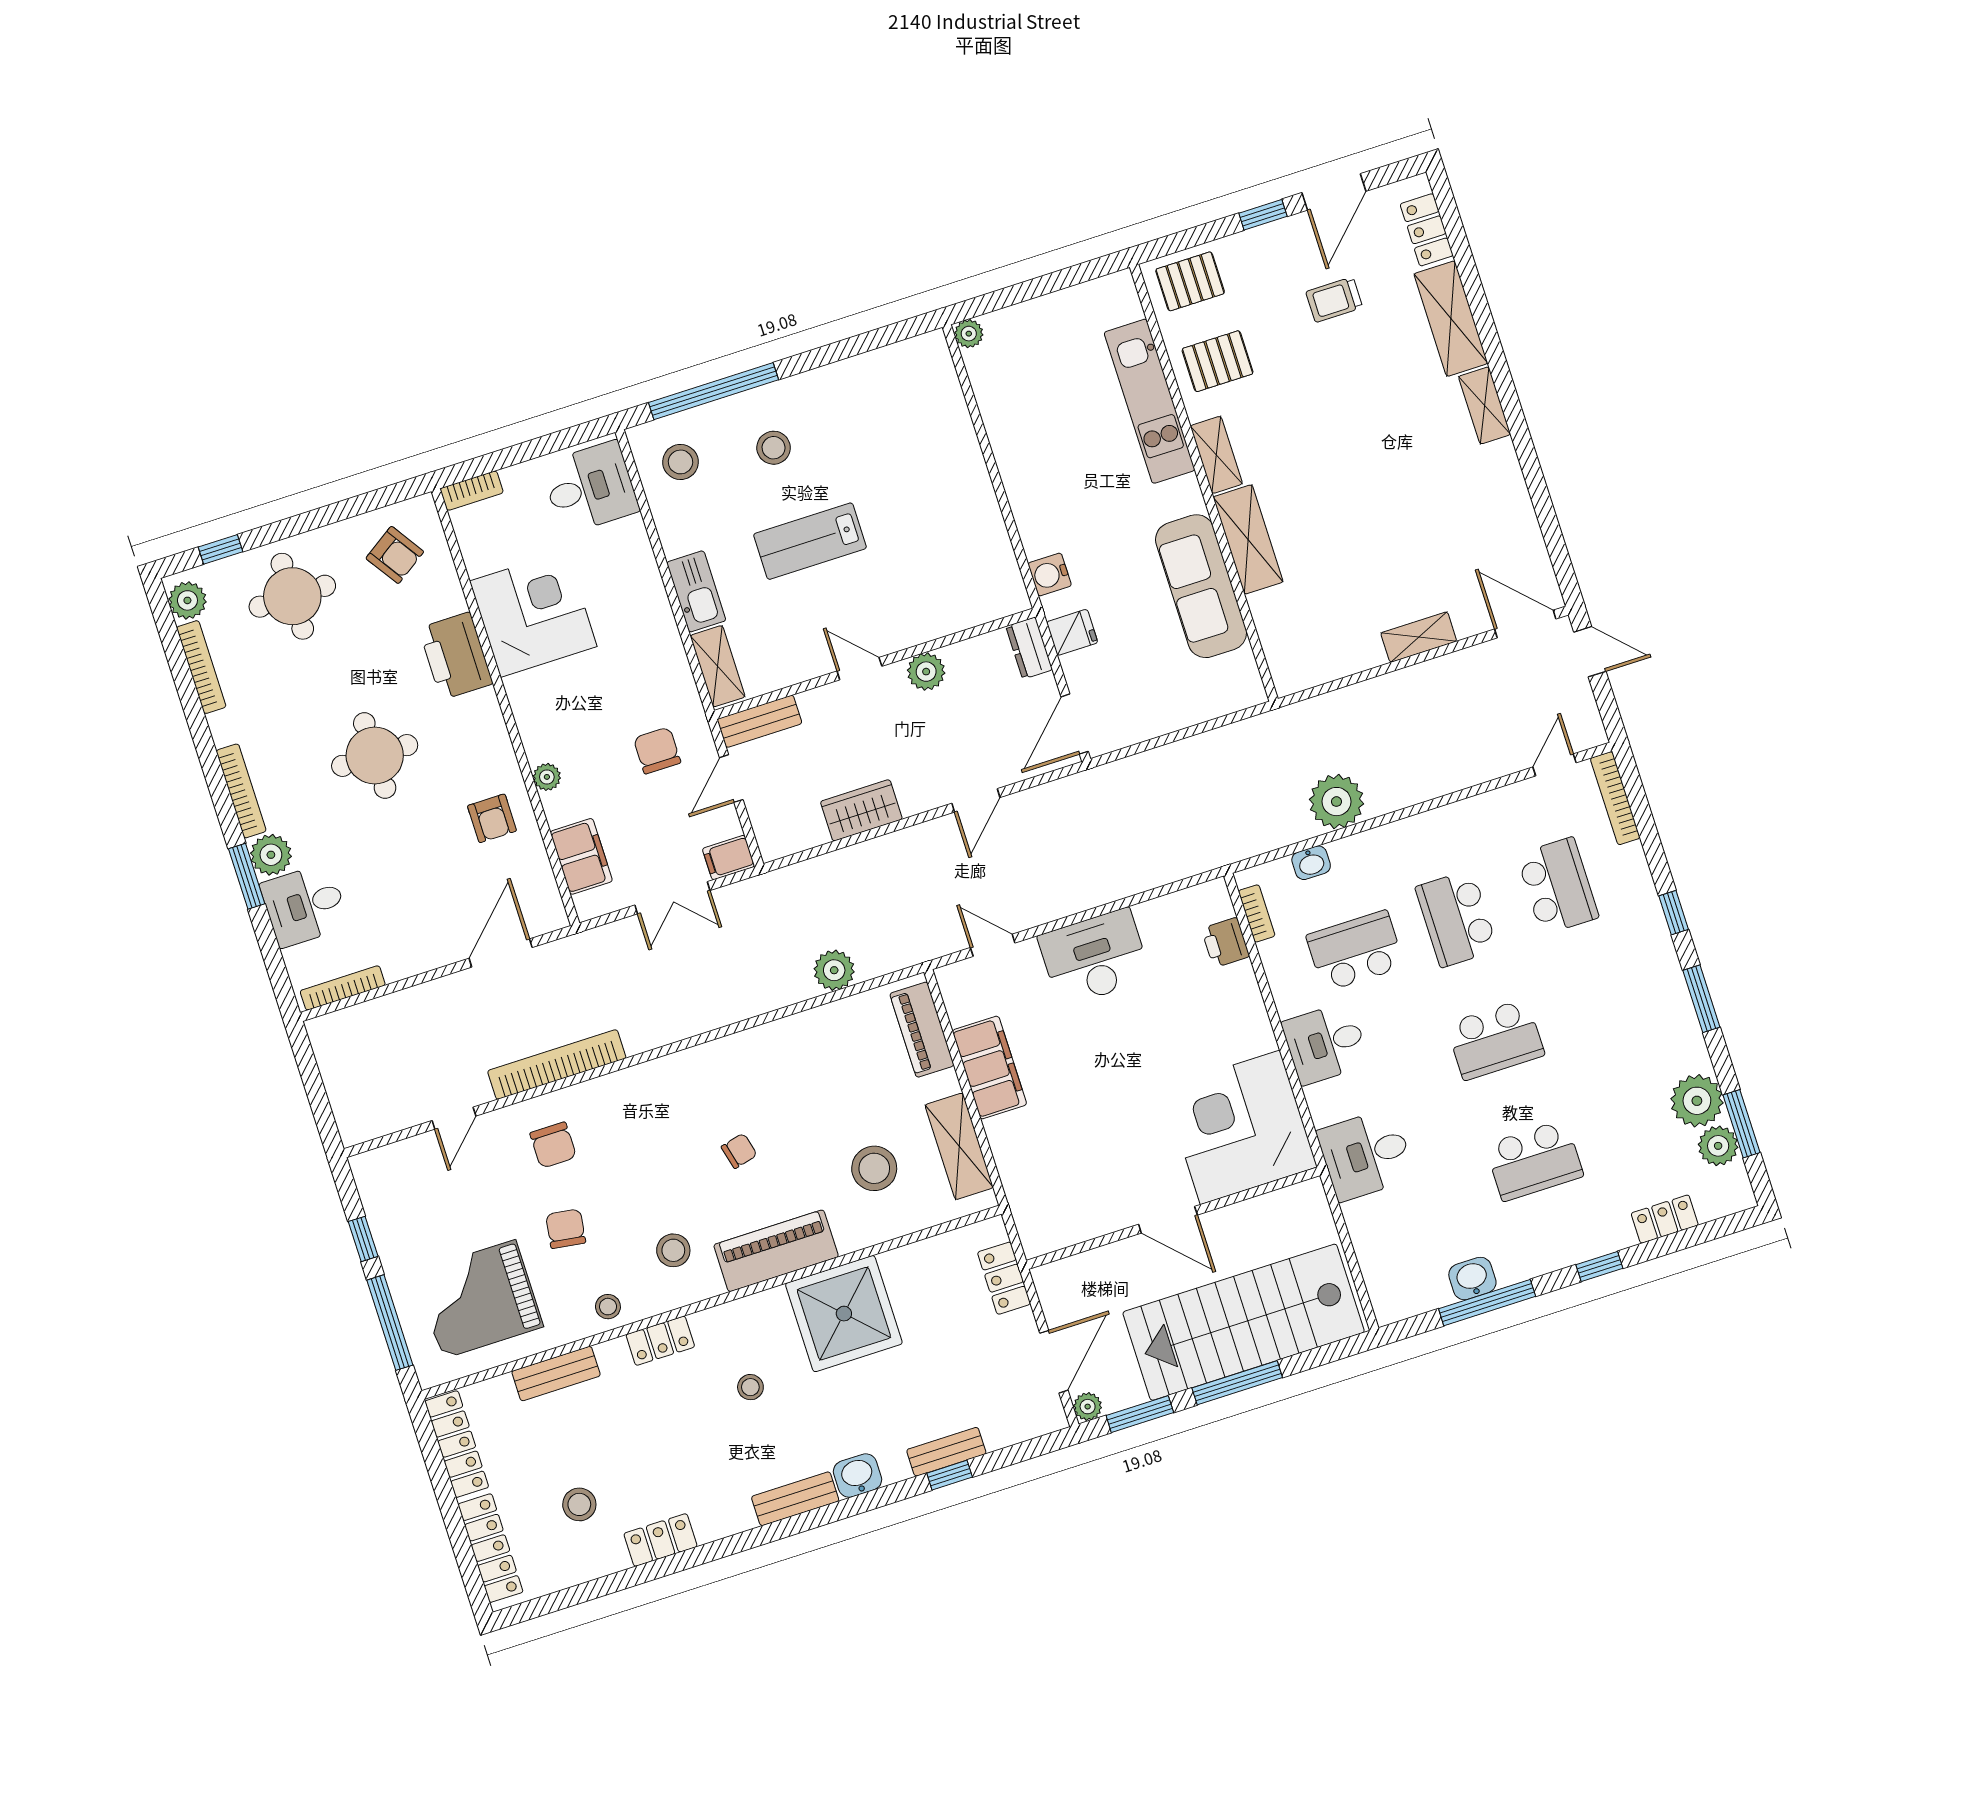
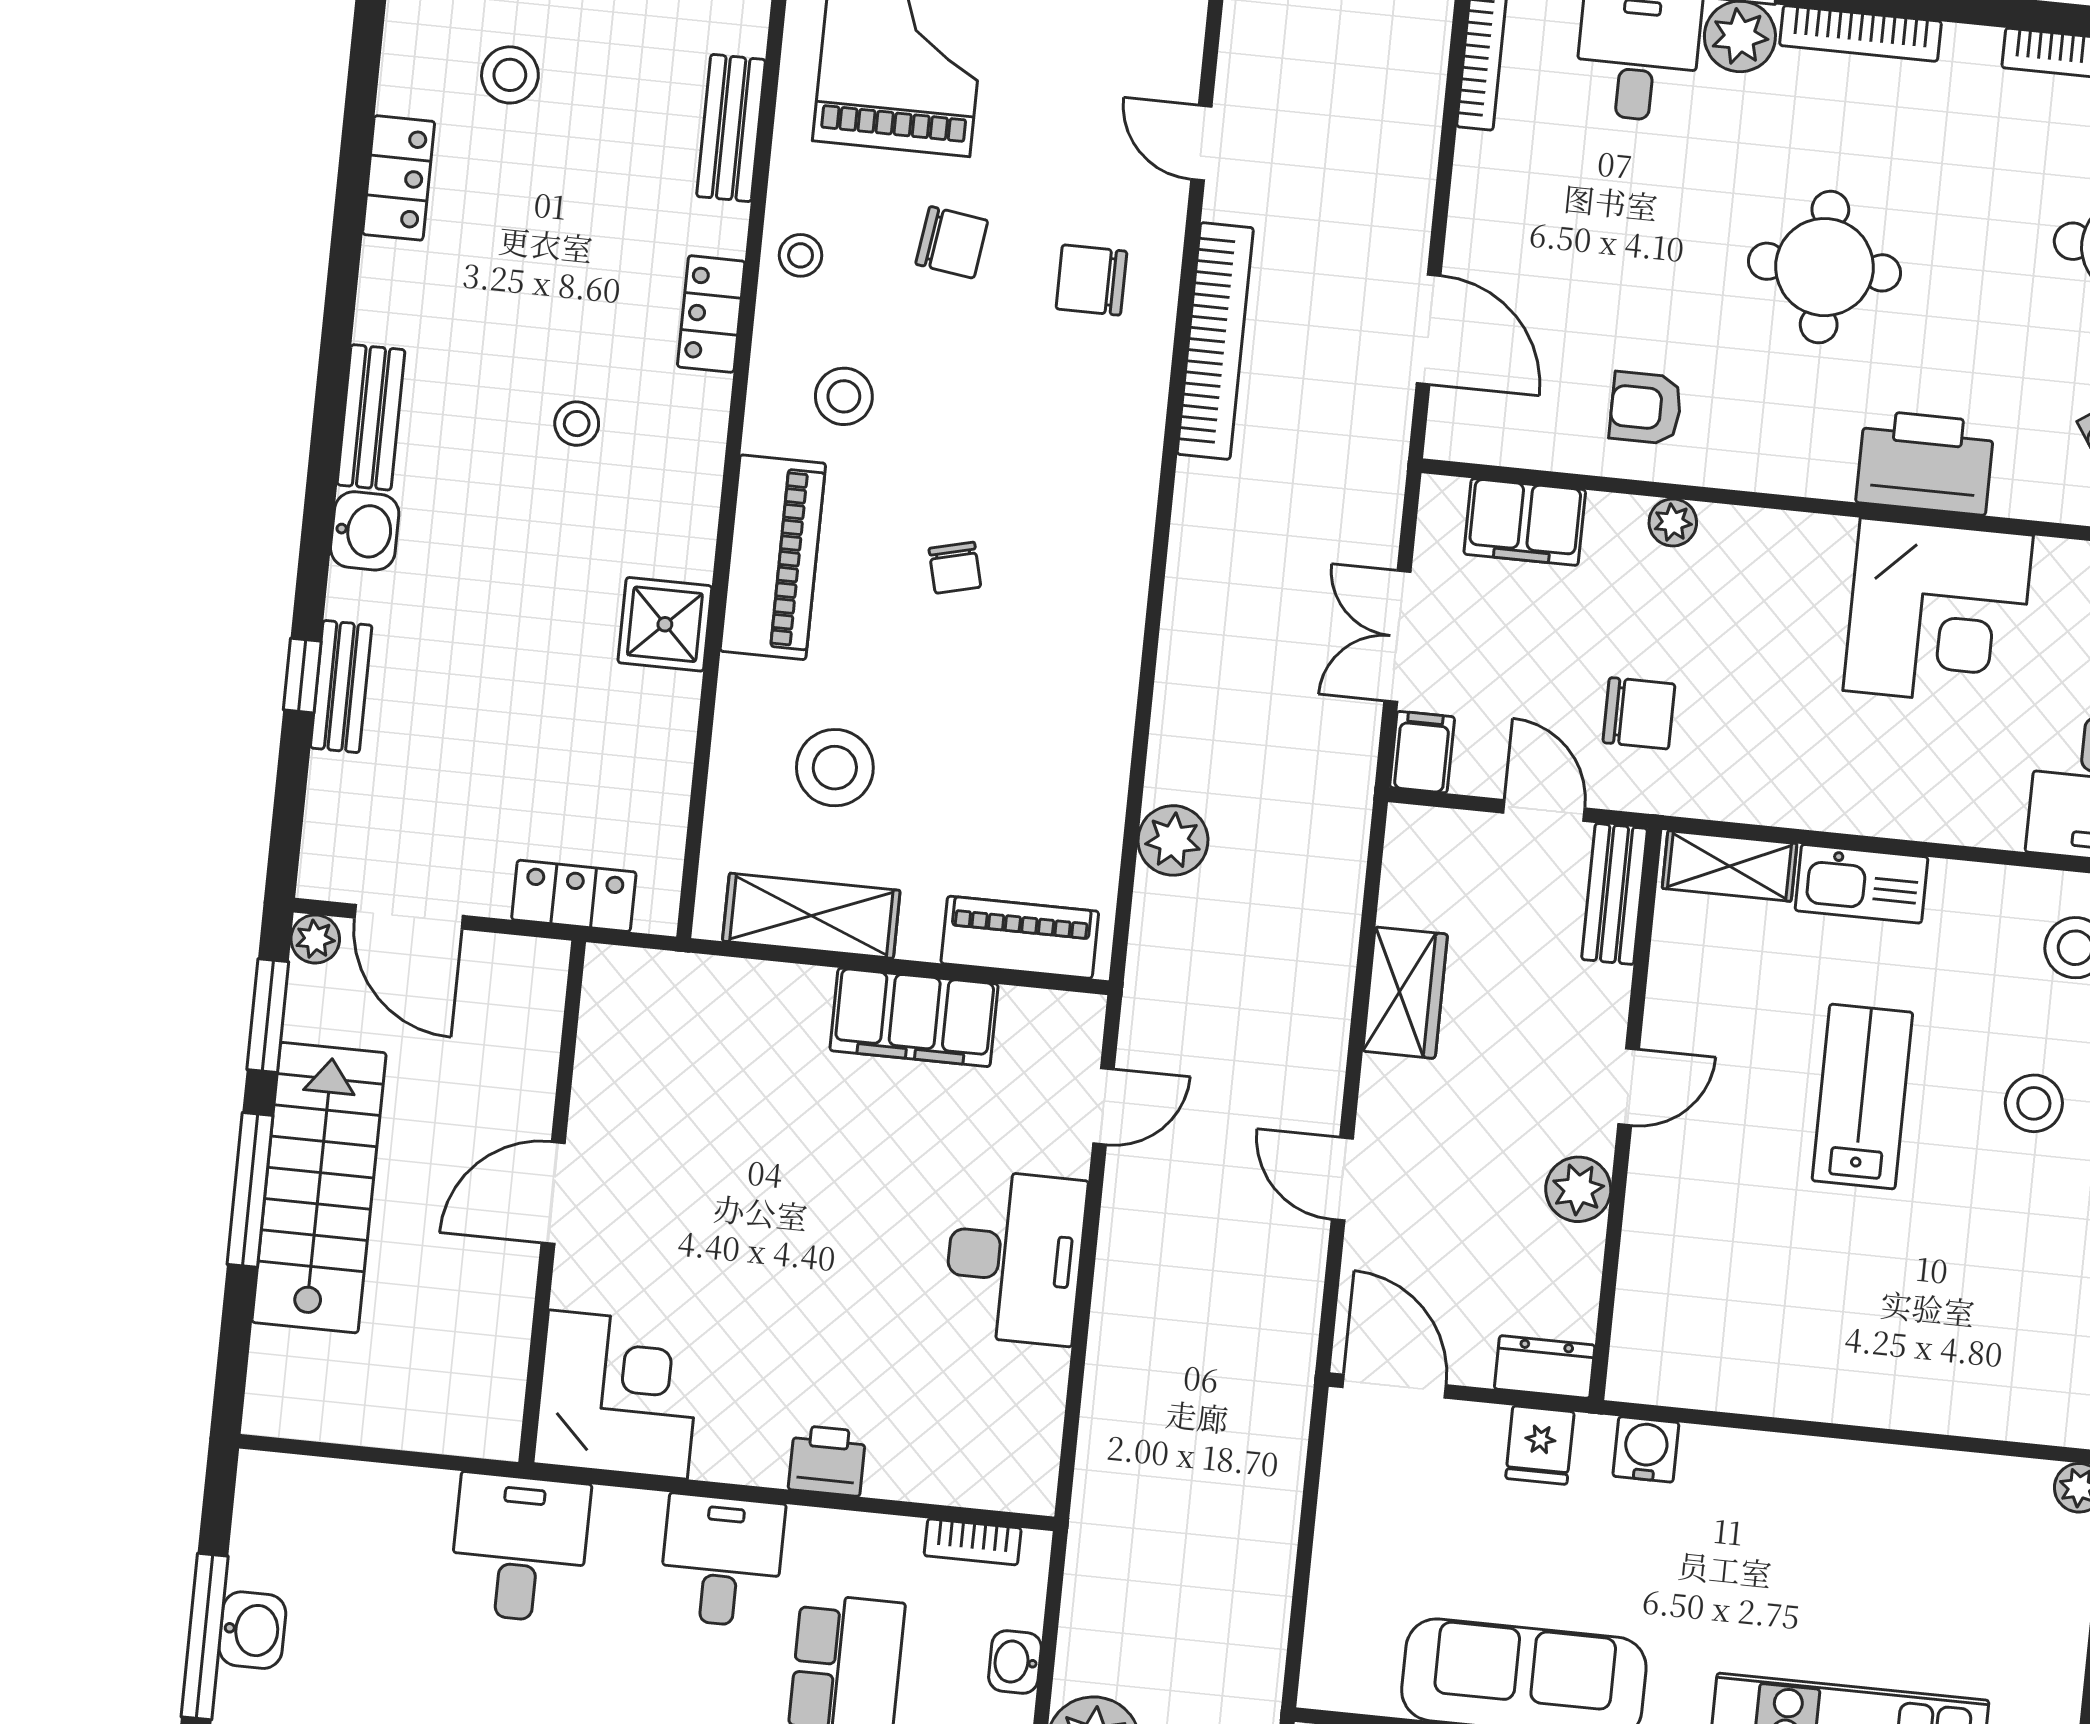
printer: (1225, 943) -> (827, 1461), moved
corner desk: (1240, 1127) -> (618, 1394), width x0.74, depth x0.74
shower: (844, 1314) -> (665, 624), width x0.54, depth x0.54
stairs: (1244, 1322) -> (319, 1188), width x0.73, depth x0.66

